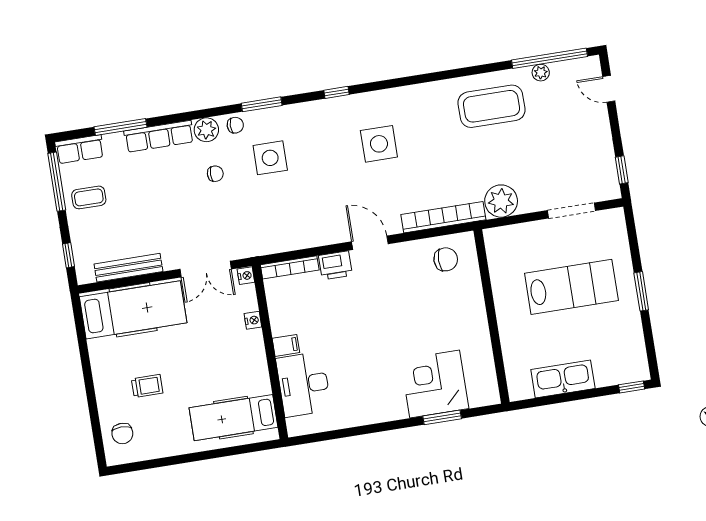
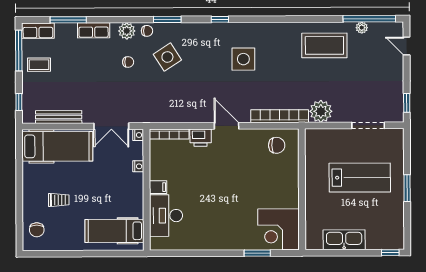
row of seats: (159, 136) -> (94, 30), width x0.68
side table: (270, 158) -> (167, 57), turned -33
corner desk: (435, 384) -> (278, 229), moved, turned -90

